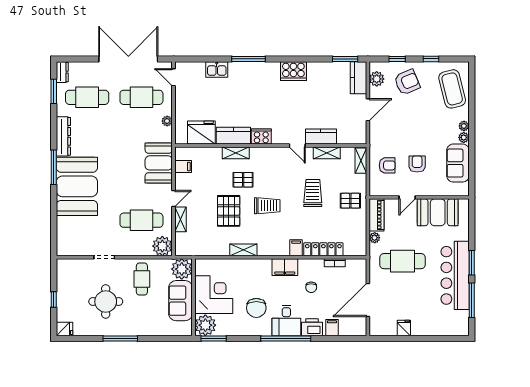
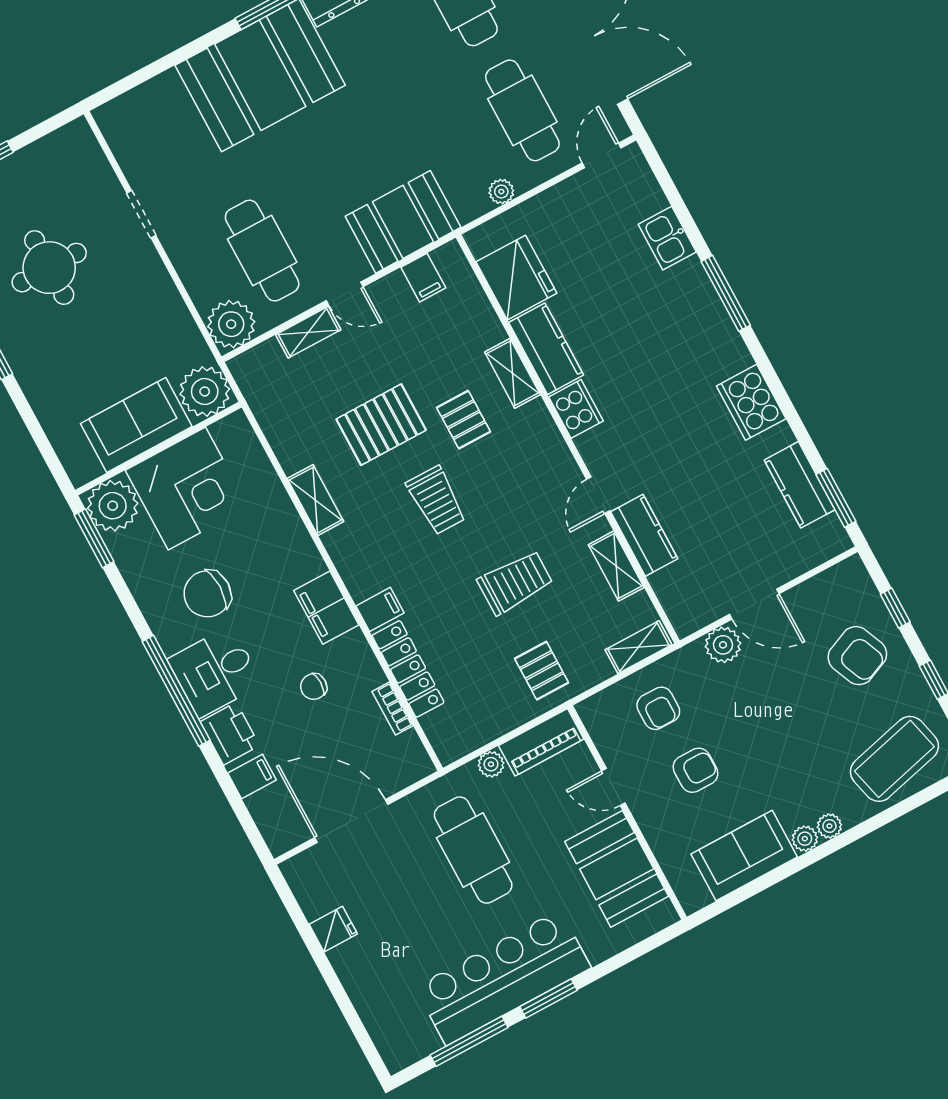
kitchen counter: (358, 78) -> (800, 485), moved, turned -90
plant: (377, 79) -> (723, 645), moved
cafe table: (142, 279) -> (138, 319), removed

